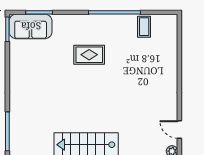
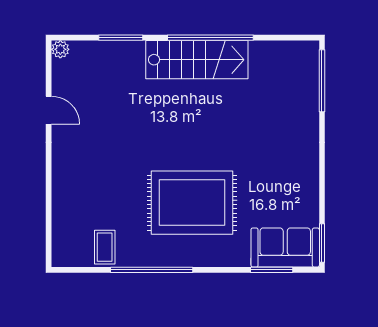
rug: (89, 55) -> (192, 203), width x1.86, depth x2.06
door: (179, 129) -> (49, 110), moved

